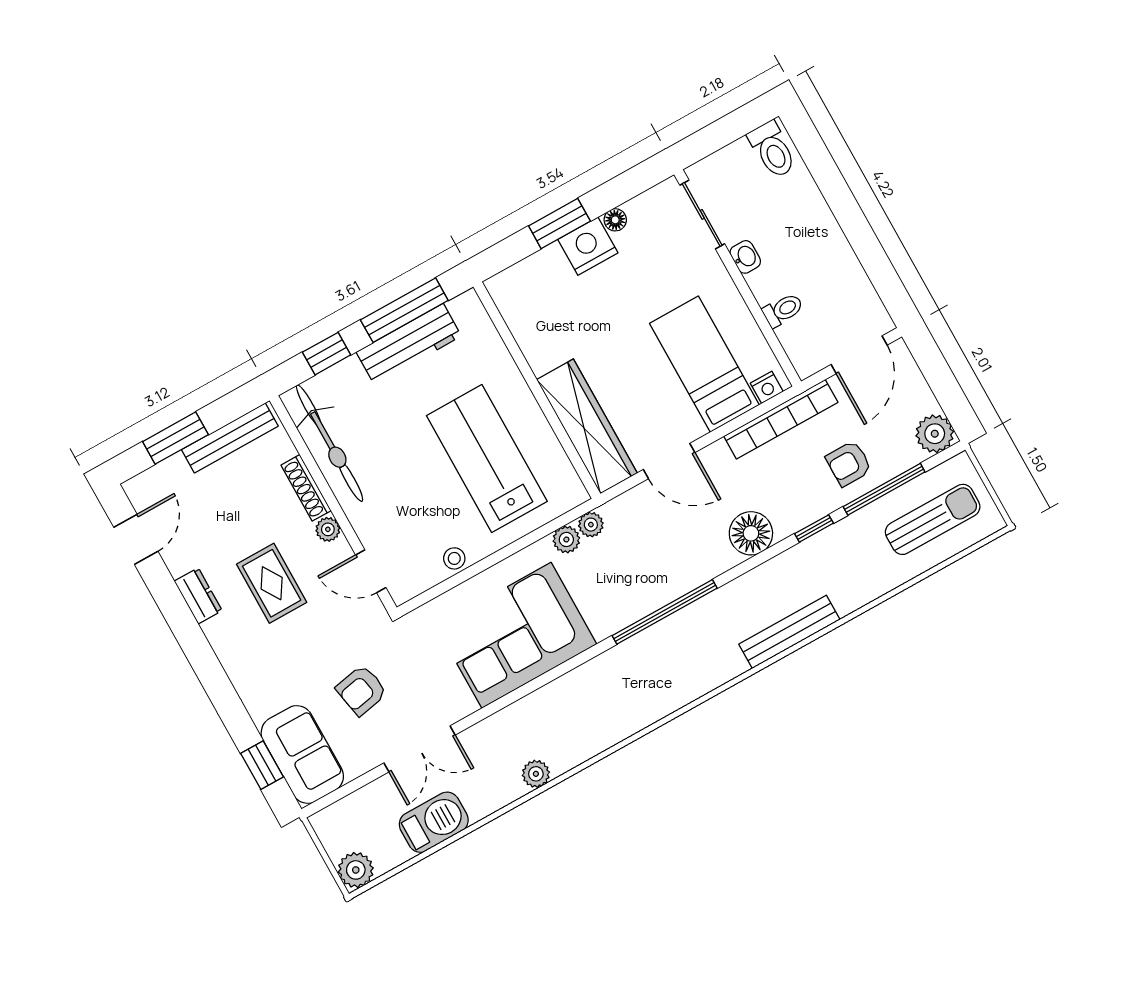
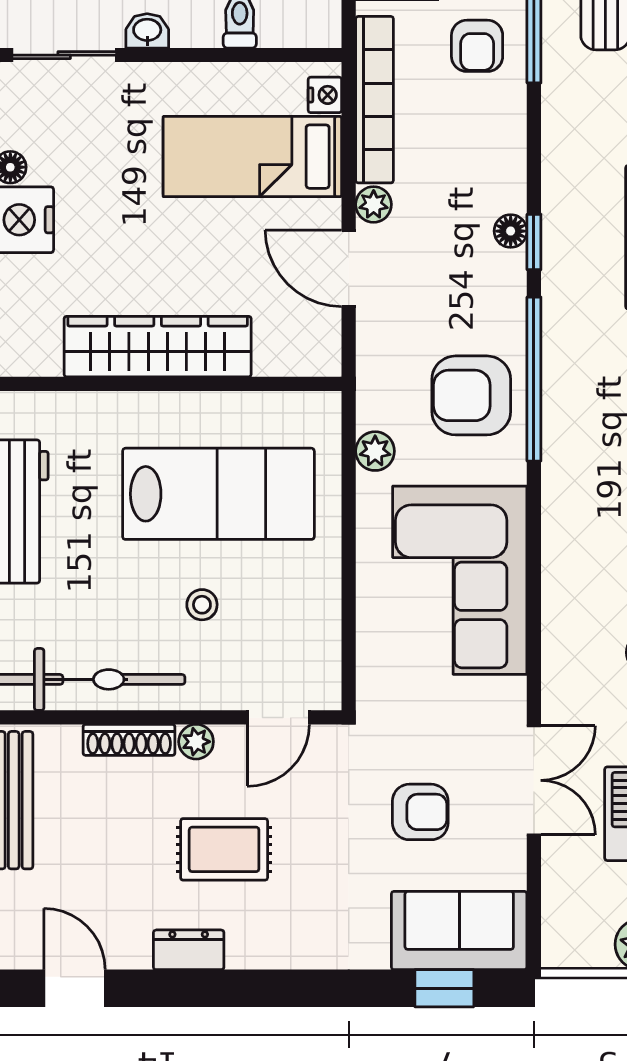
wardrobe: (587, 426) -> (158, 347), moved
lab bench: (487, 458) -> (218, 494), turned 180
door: (669, 461) -> (349, 268), swing flipped
plant: (591, 525) -> (374, 204), moved
window: (814, 528) -> (534, 242), moved
floor lamp: (751, 533) -> (511, 231), width x0.53, depth x0.53
stool: (454, 558) -> (202, 605), moved
armchair: (633, 579) -> (471, 395), added
armchair: (361, 690) -> (420, 812), turned -79

